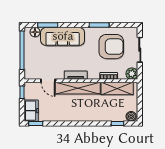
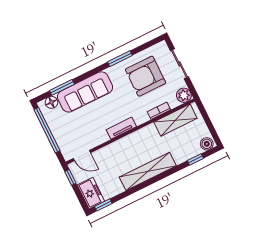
armchair: (111, 47) -> (146, 76), turned 180
door: (48, 81) -> (82, 156), moved
shelving: (78, 88) -> (148, 171), moved

